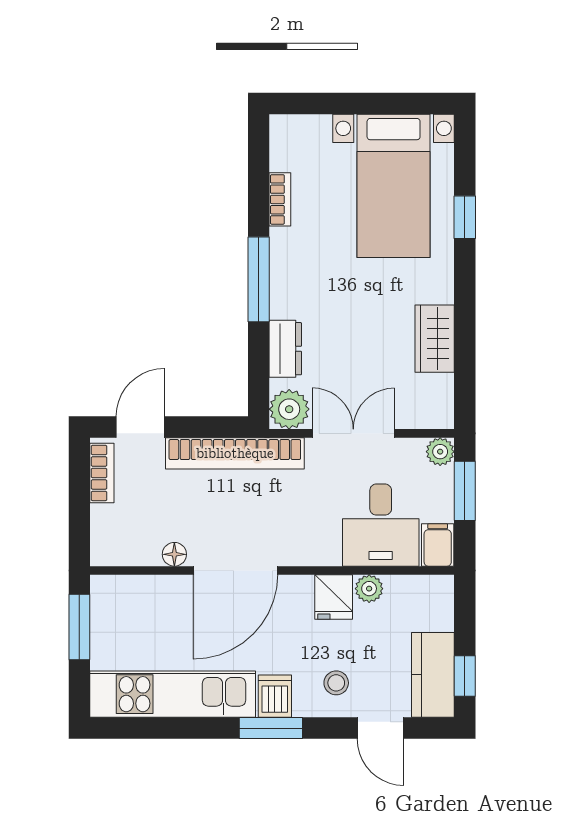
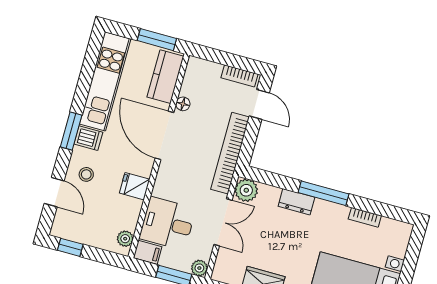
dresser: (285, 349) -> (296, 202), moved
plant: (369, 589) -> (125, 239), moved
kitchen counter: (433, 675) -> (165, 77), moved, turned -90
door: (380, 728) -> (54, 192), swing flipped

